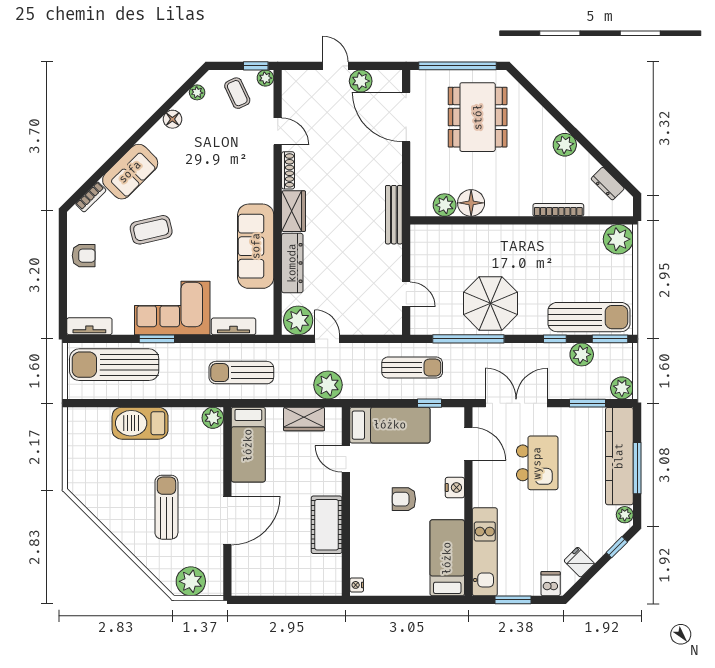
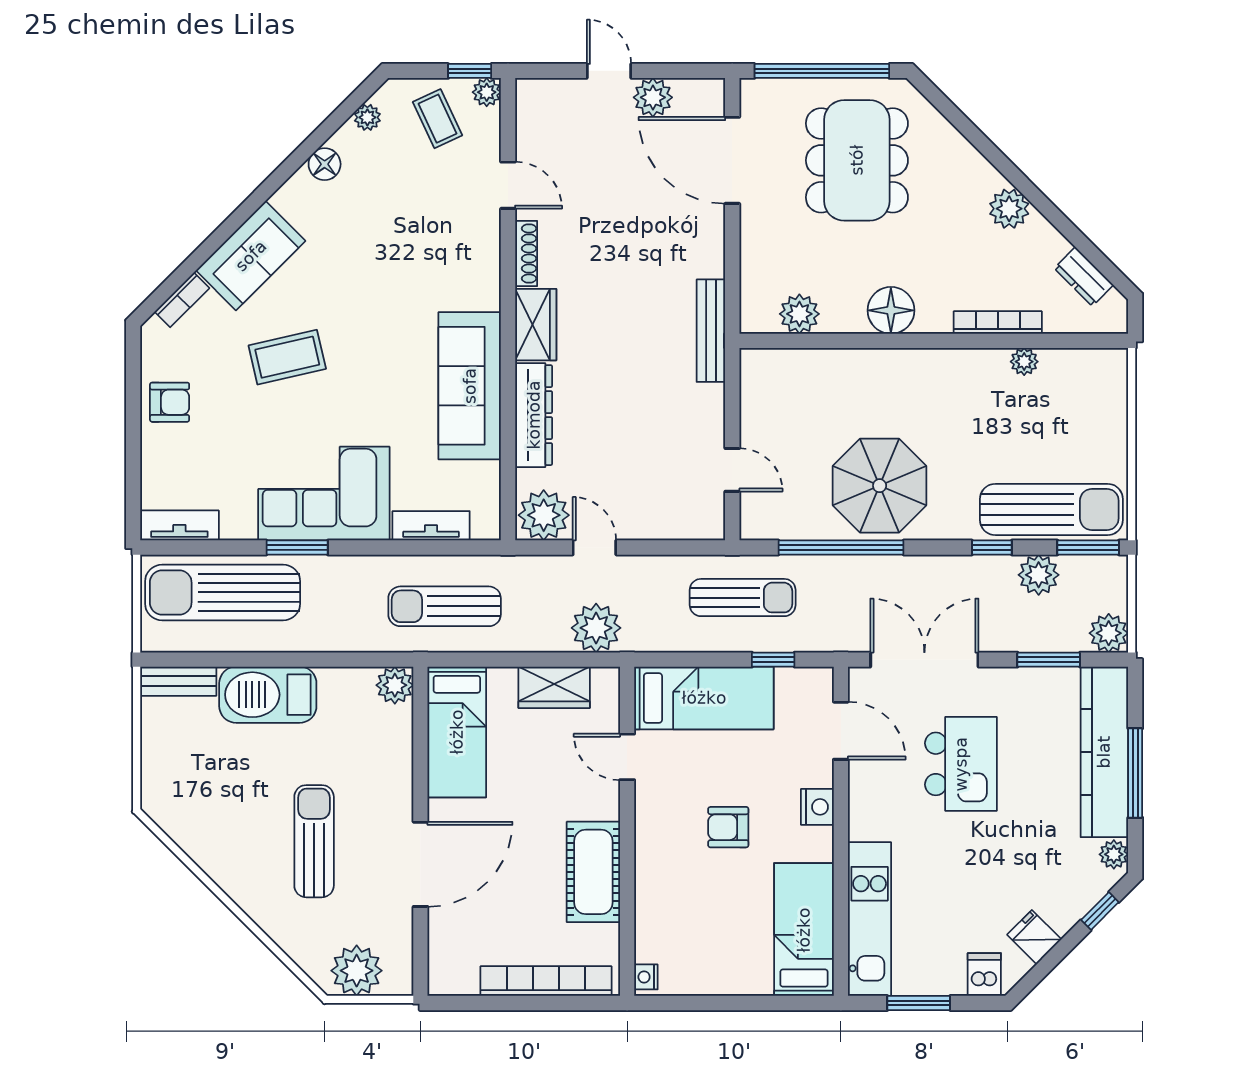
floor lamp: (471, 203) -> (891, 310), moved
plant: (618, 239) -> (1024, 362), moved, width x0.53, depth x0.53
bench: (89, 415) -> (178, 681), added
bookcase: (299, 587) -> (546, 981), added

